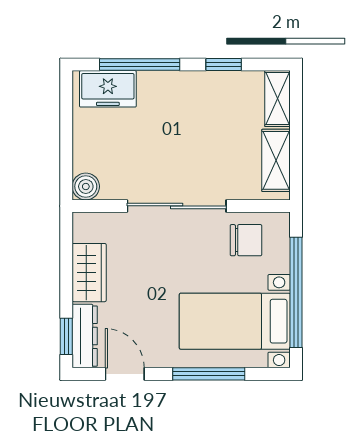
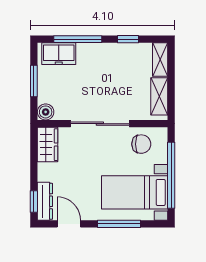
window: (66, 135) -> (34, 81), added
wardrobe: (89, 273) -> (48, 145), moved

